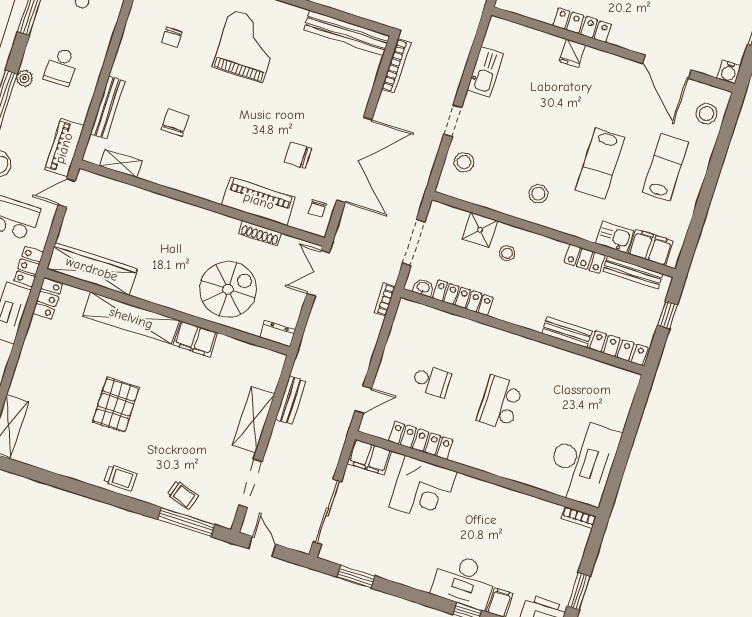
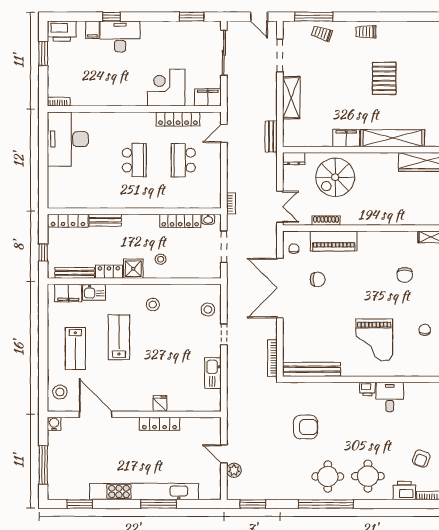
shower: (480, 230) -> (133, 269), moved
school desk: (432, 381) -> (183, 160), width x1.85
bench: (291, 400) -> (271, 136), moved

